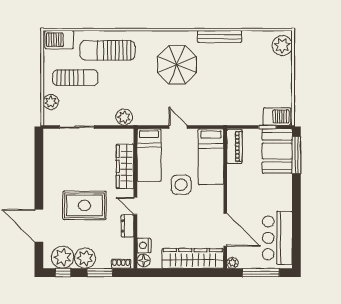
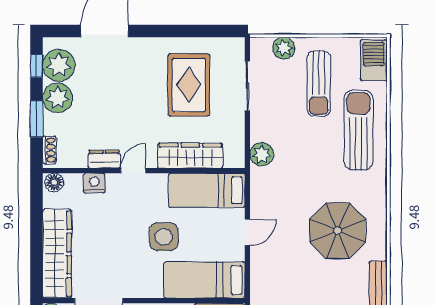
rug: (84, 205) -> (189, 85), moved
nightstand: (144, 245) -> (94, 183), moved

